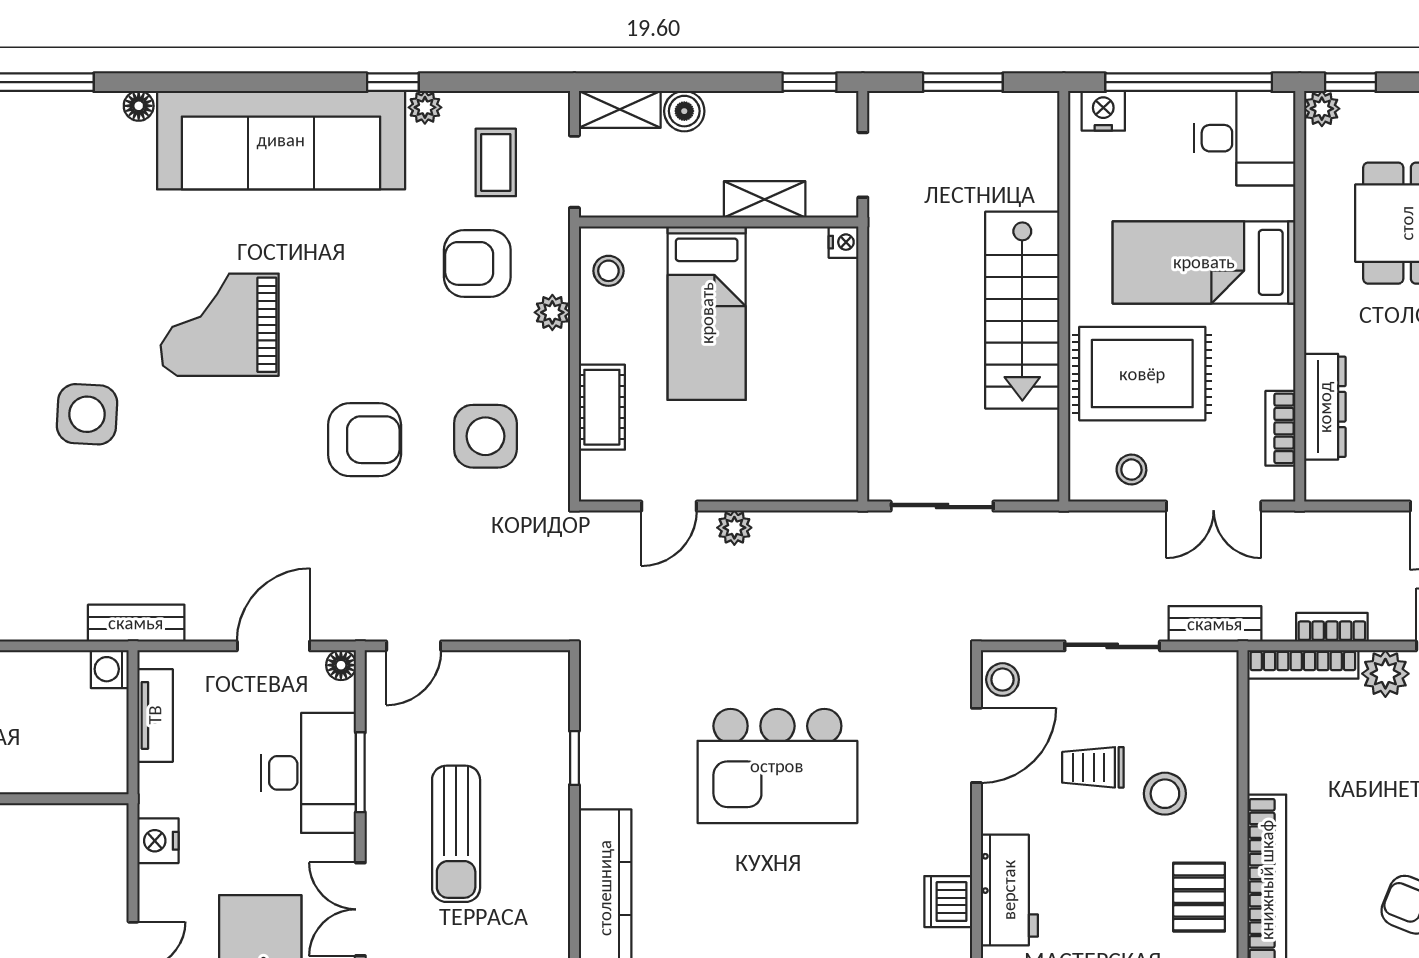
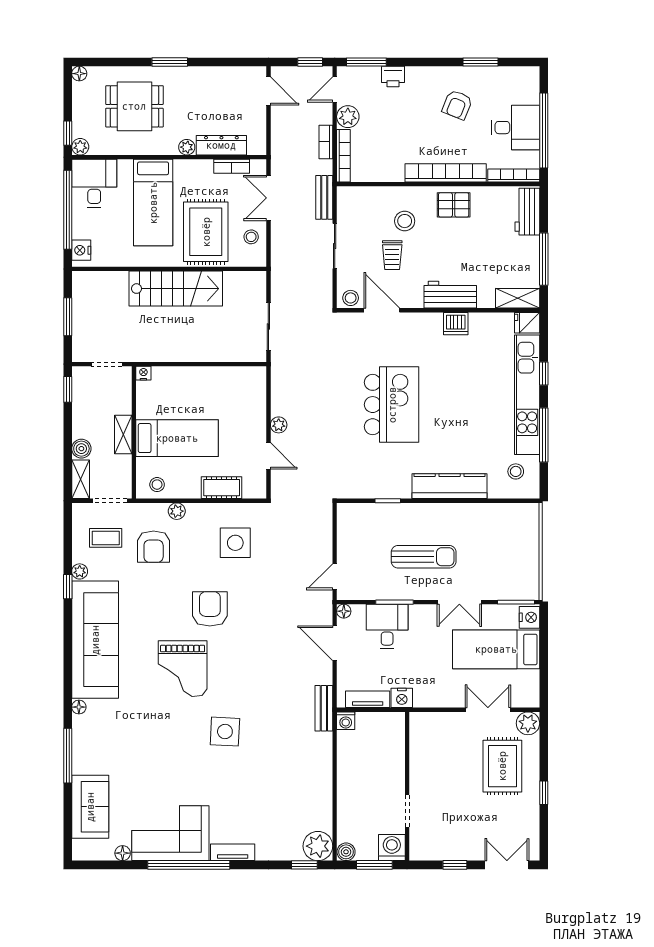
shelving: (765, 199) -> (123, 435), moved
plant: (1321, 334) -> (187, 147), added
armchair: (365, 440) -> (210, 609), moved
double door: (1214, 506) -> (268, 198), swing flipped
door: (414, 646) -> (335, 577), swing flipped
desk: (309, 773) -> (387, 627), width x0.73
nightstand: (158, 841) -> (402, 698), moved

